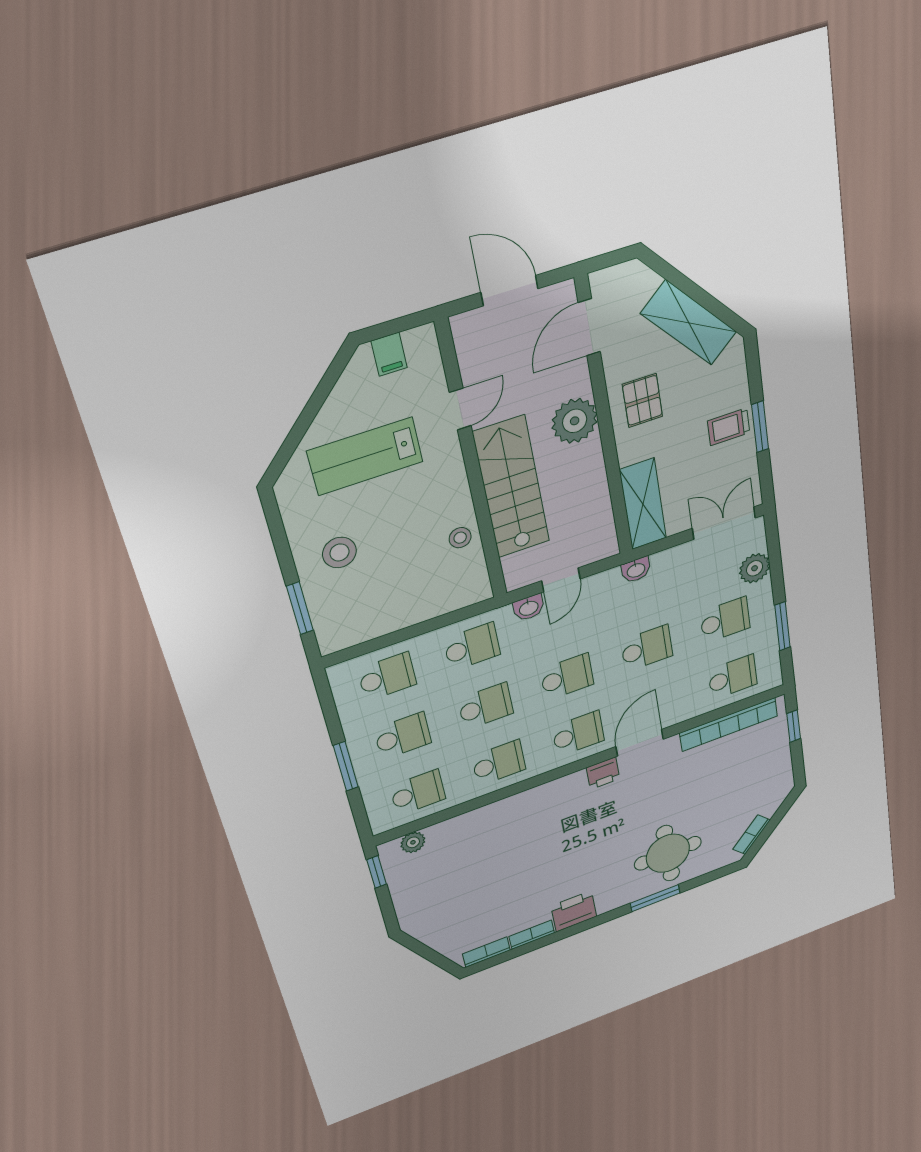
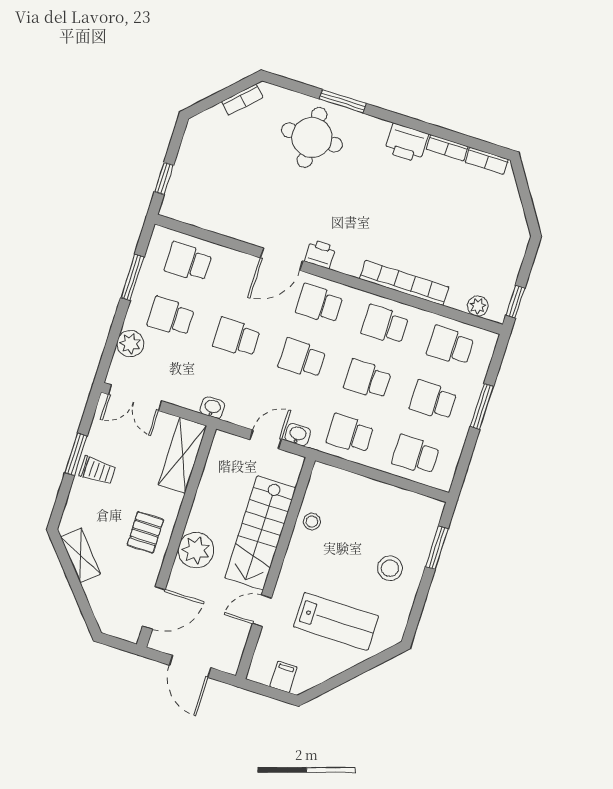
shelving: (689, 323) -> (81, 555), width x0.67, depth x0.75
bookcase: (729, 724) -> (404, 283), moved

